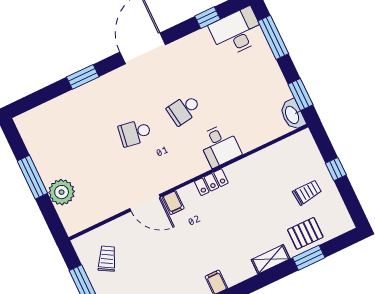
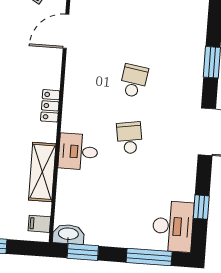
shelving: (253, 166) -> (42, 172), added
locker: (211, 182) -> (50, 106), moved
door: (145, 203) -> (66, 31), moved
filing cabinet: (173, 203) -> (39, 224), moved

